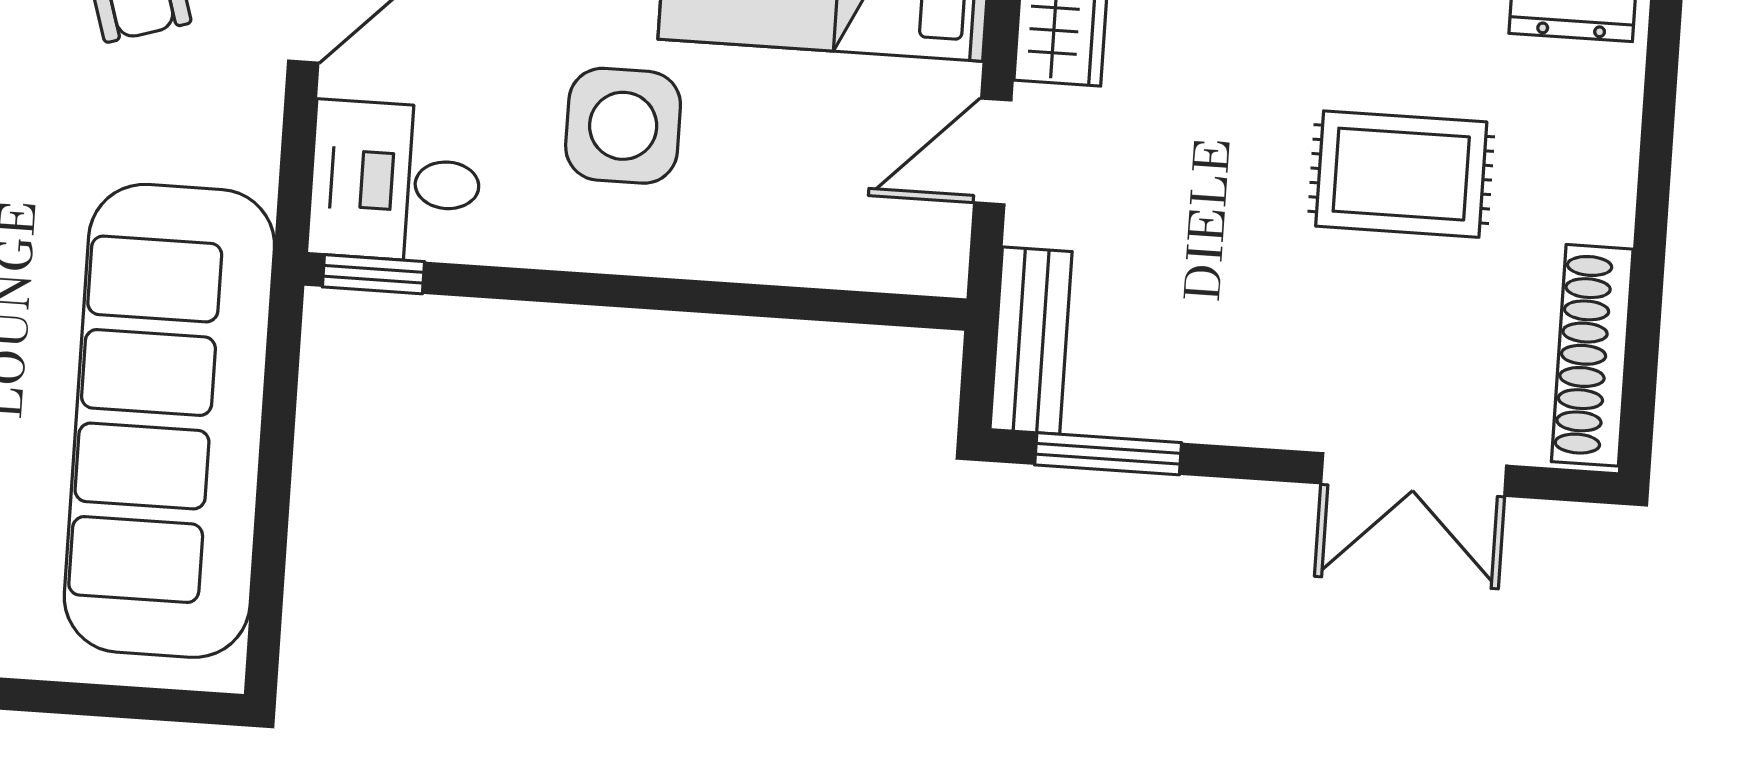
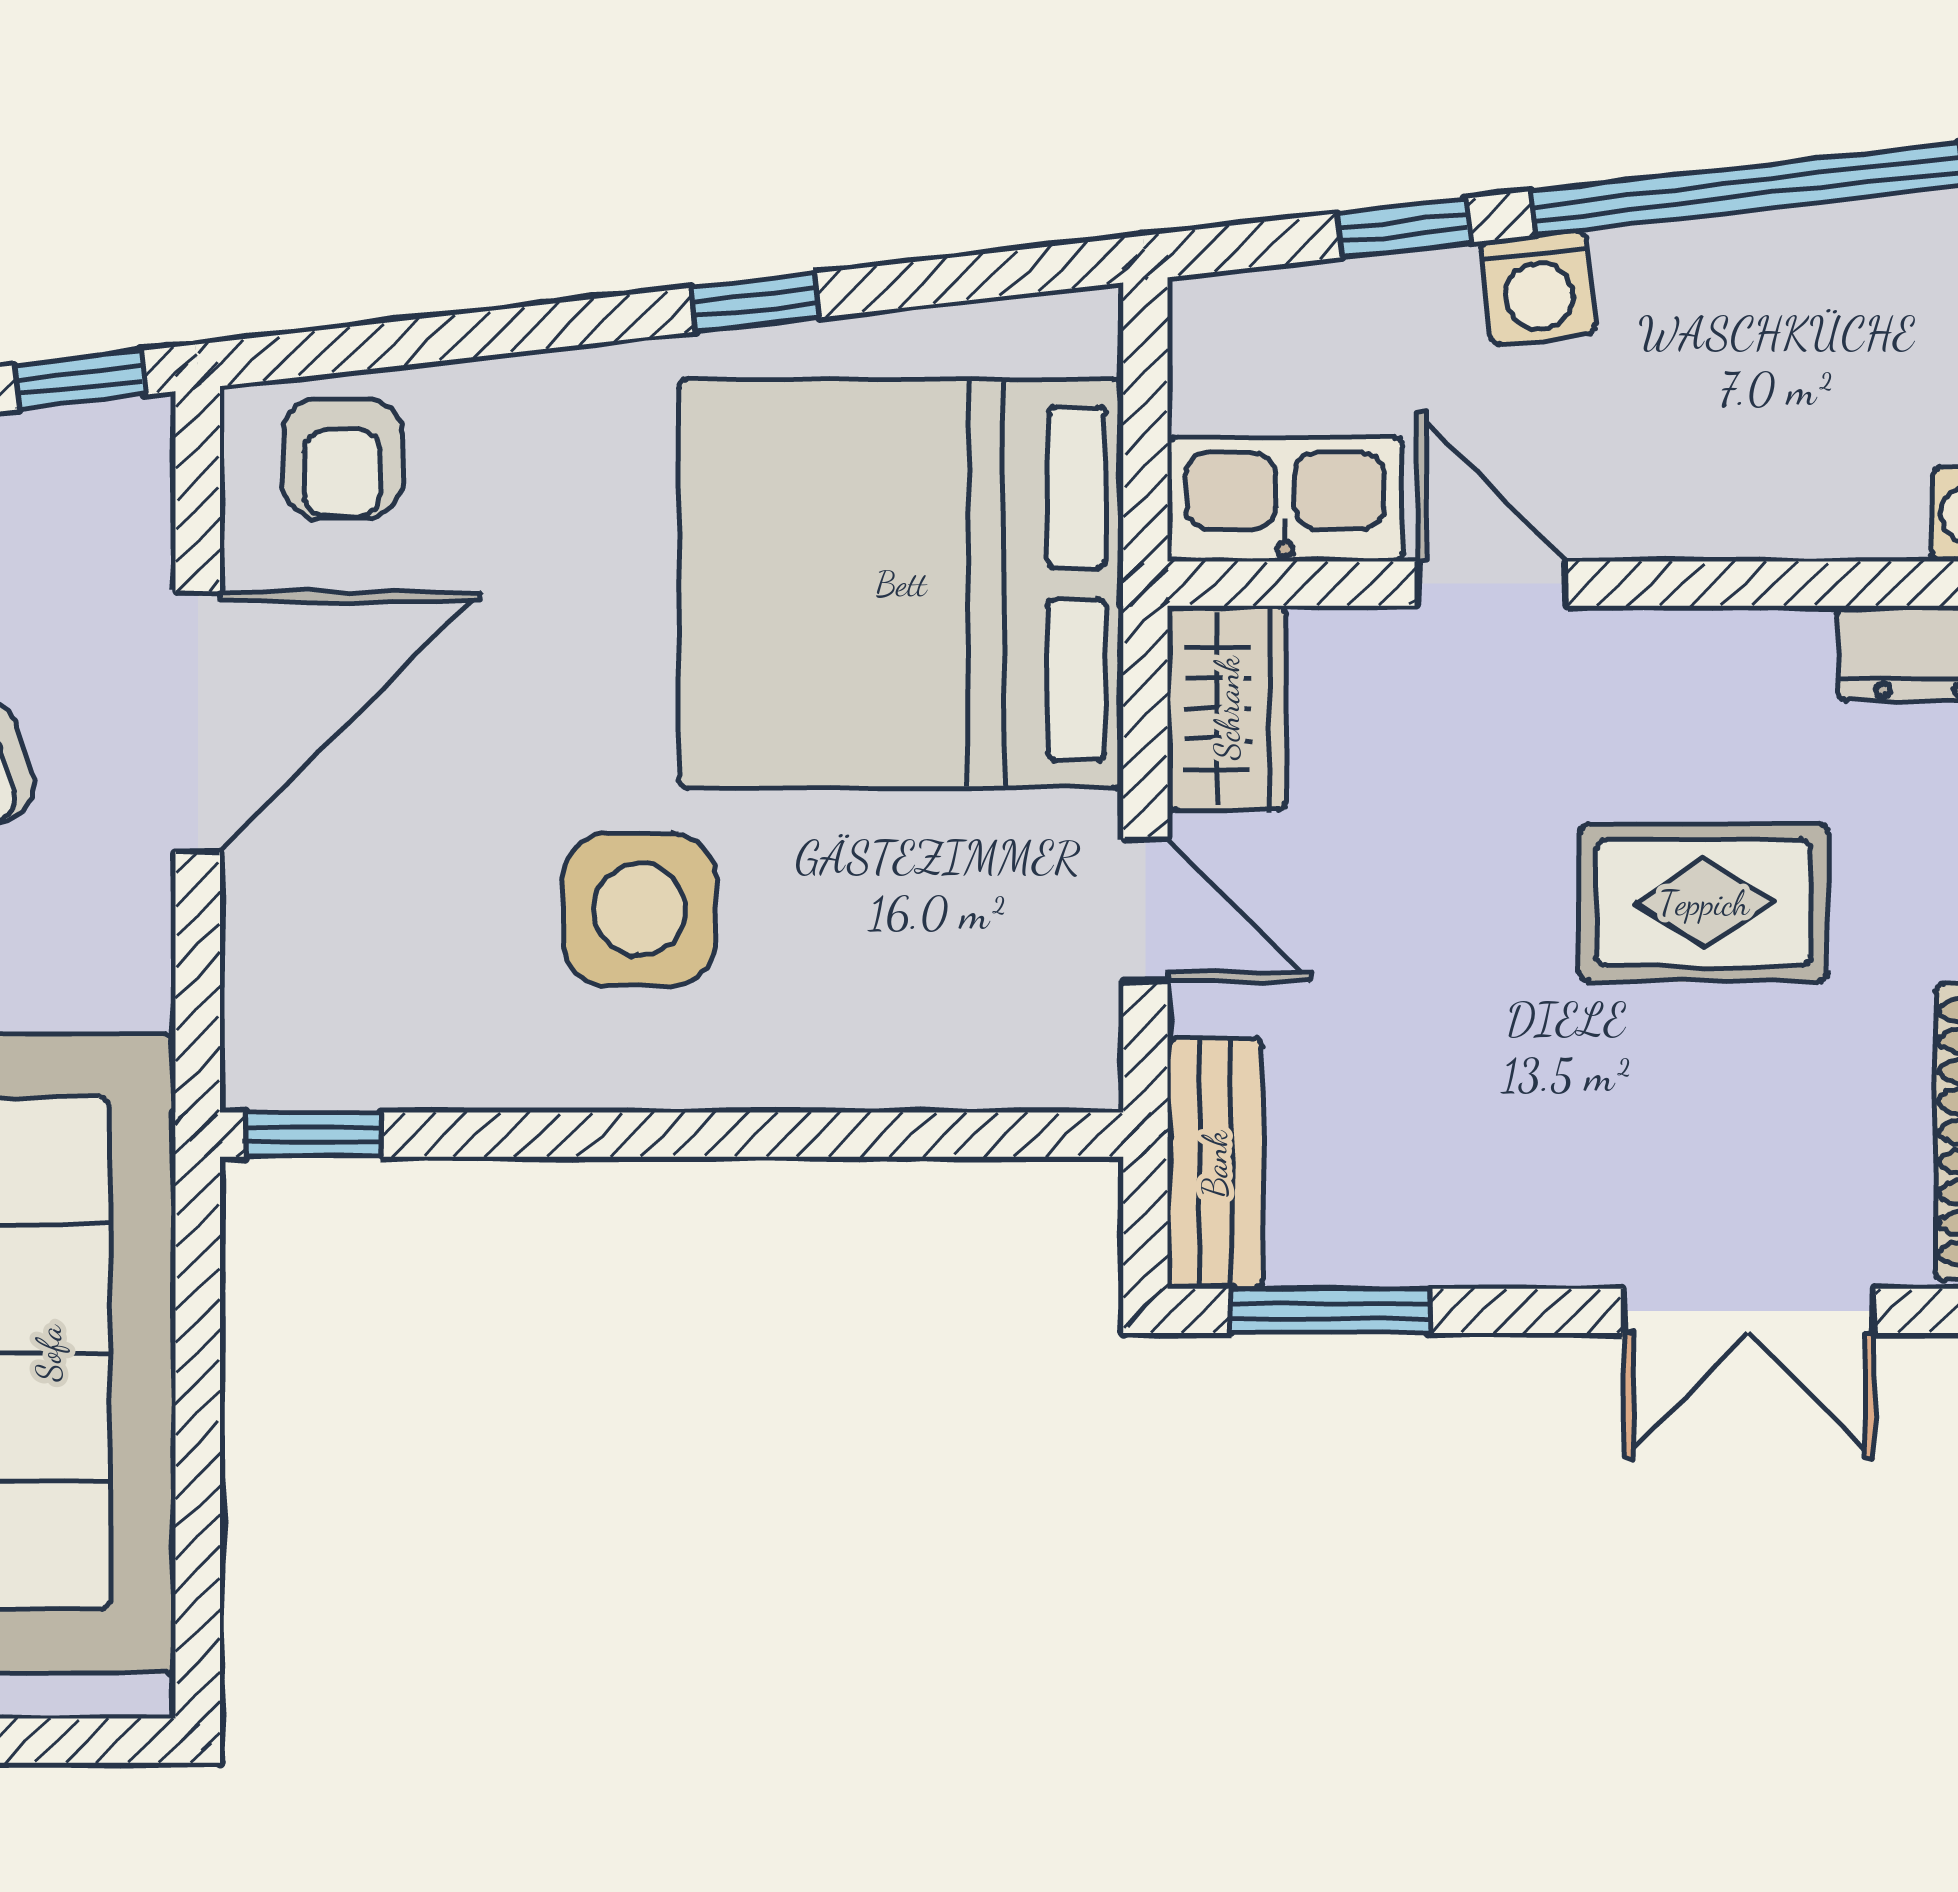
door: (993, 151) -> (1145, 910), swing flipped
desk: (395, 182) -> (334, 1007), removed

